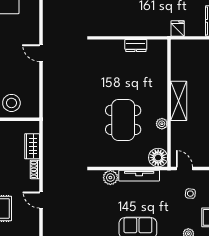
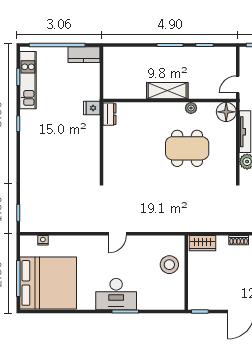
fridge: (178, 28) -> (92, 108), moved
dresser: (136, 46) -> (110, 114), moved
wardrobe: (32, 146) -> (202, 243), moved

